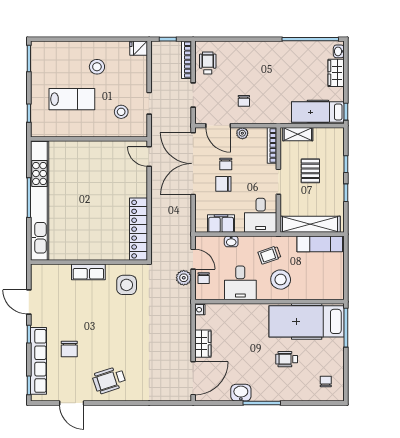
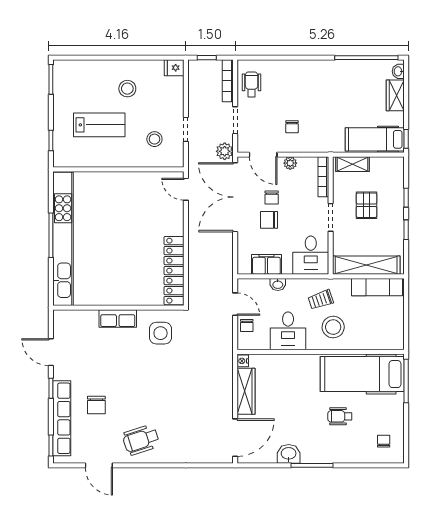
plant: (184, 278) -> (225, 151), moved
wardrobe: (203, 344) -> (246, 391), width x1.50

